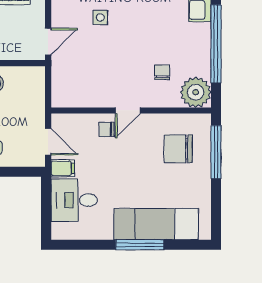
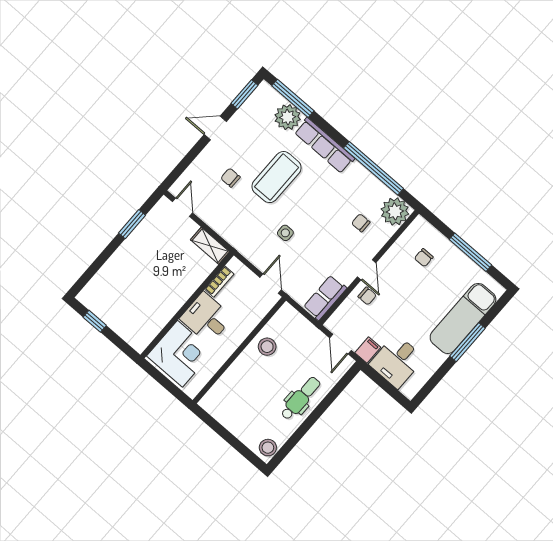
row of seats: (75, 96) -> (325, 298), added
chair: (107, 129) -> (367, 296), turned -90
door: (48, 142) -> (340, 344), swing flipped
chair: (178, 149) -> (424, 258), width x0.54, depth x0.54
window: (216, 152) -> (470, 252), moved

